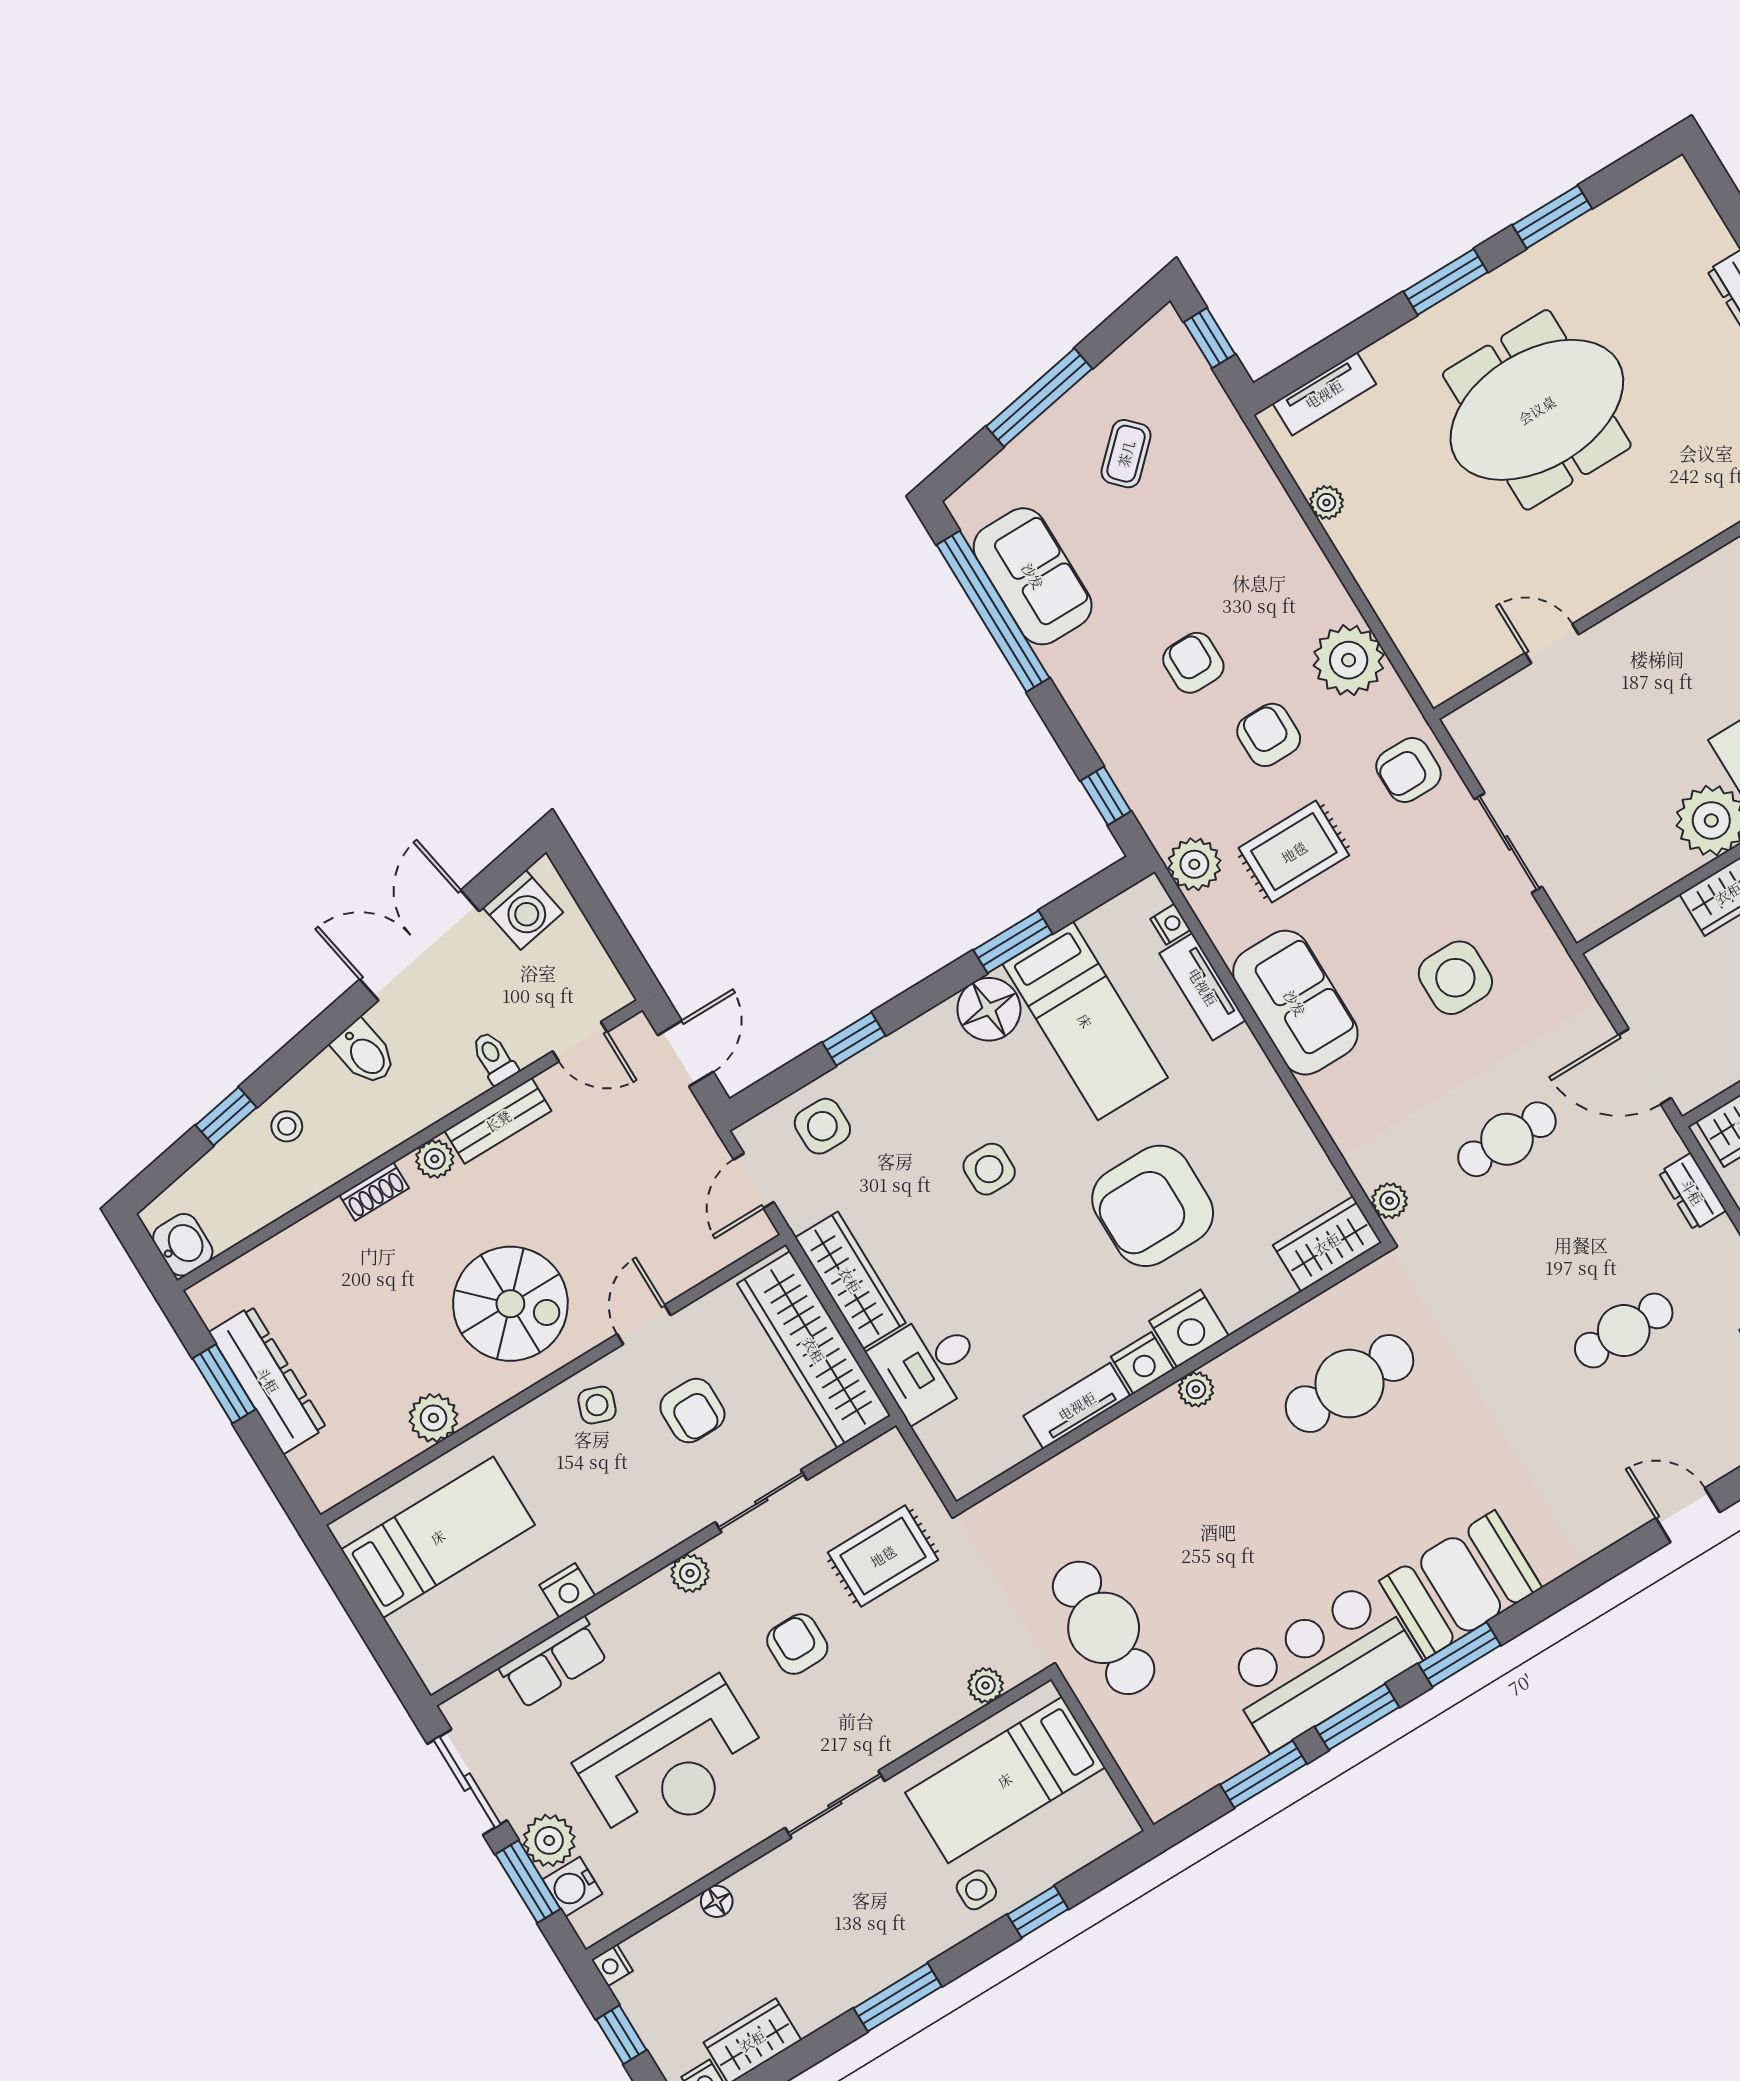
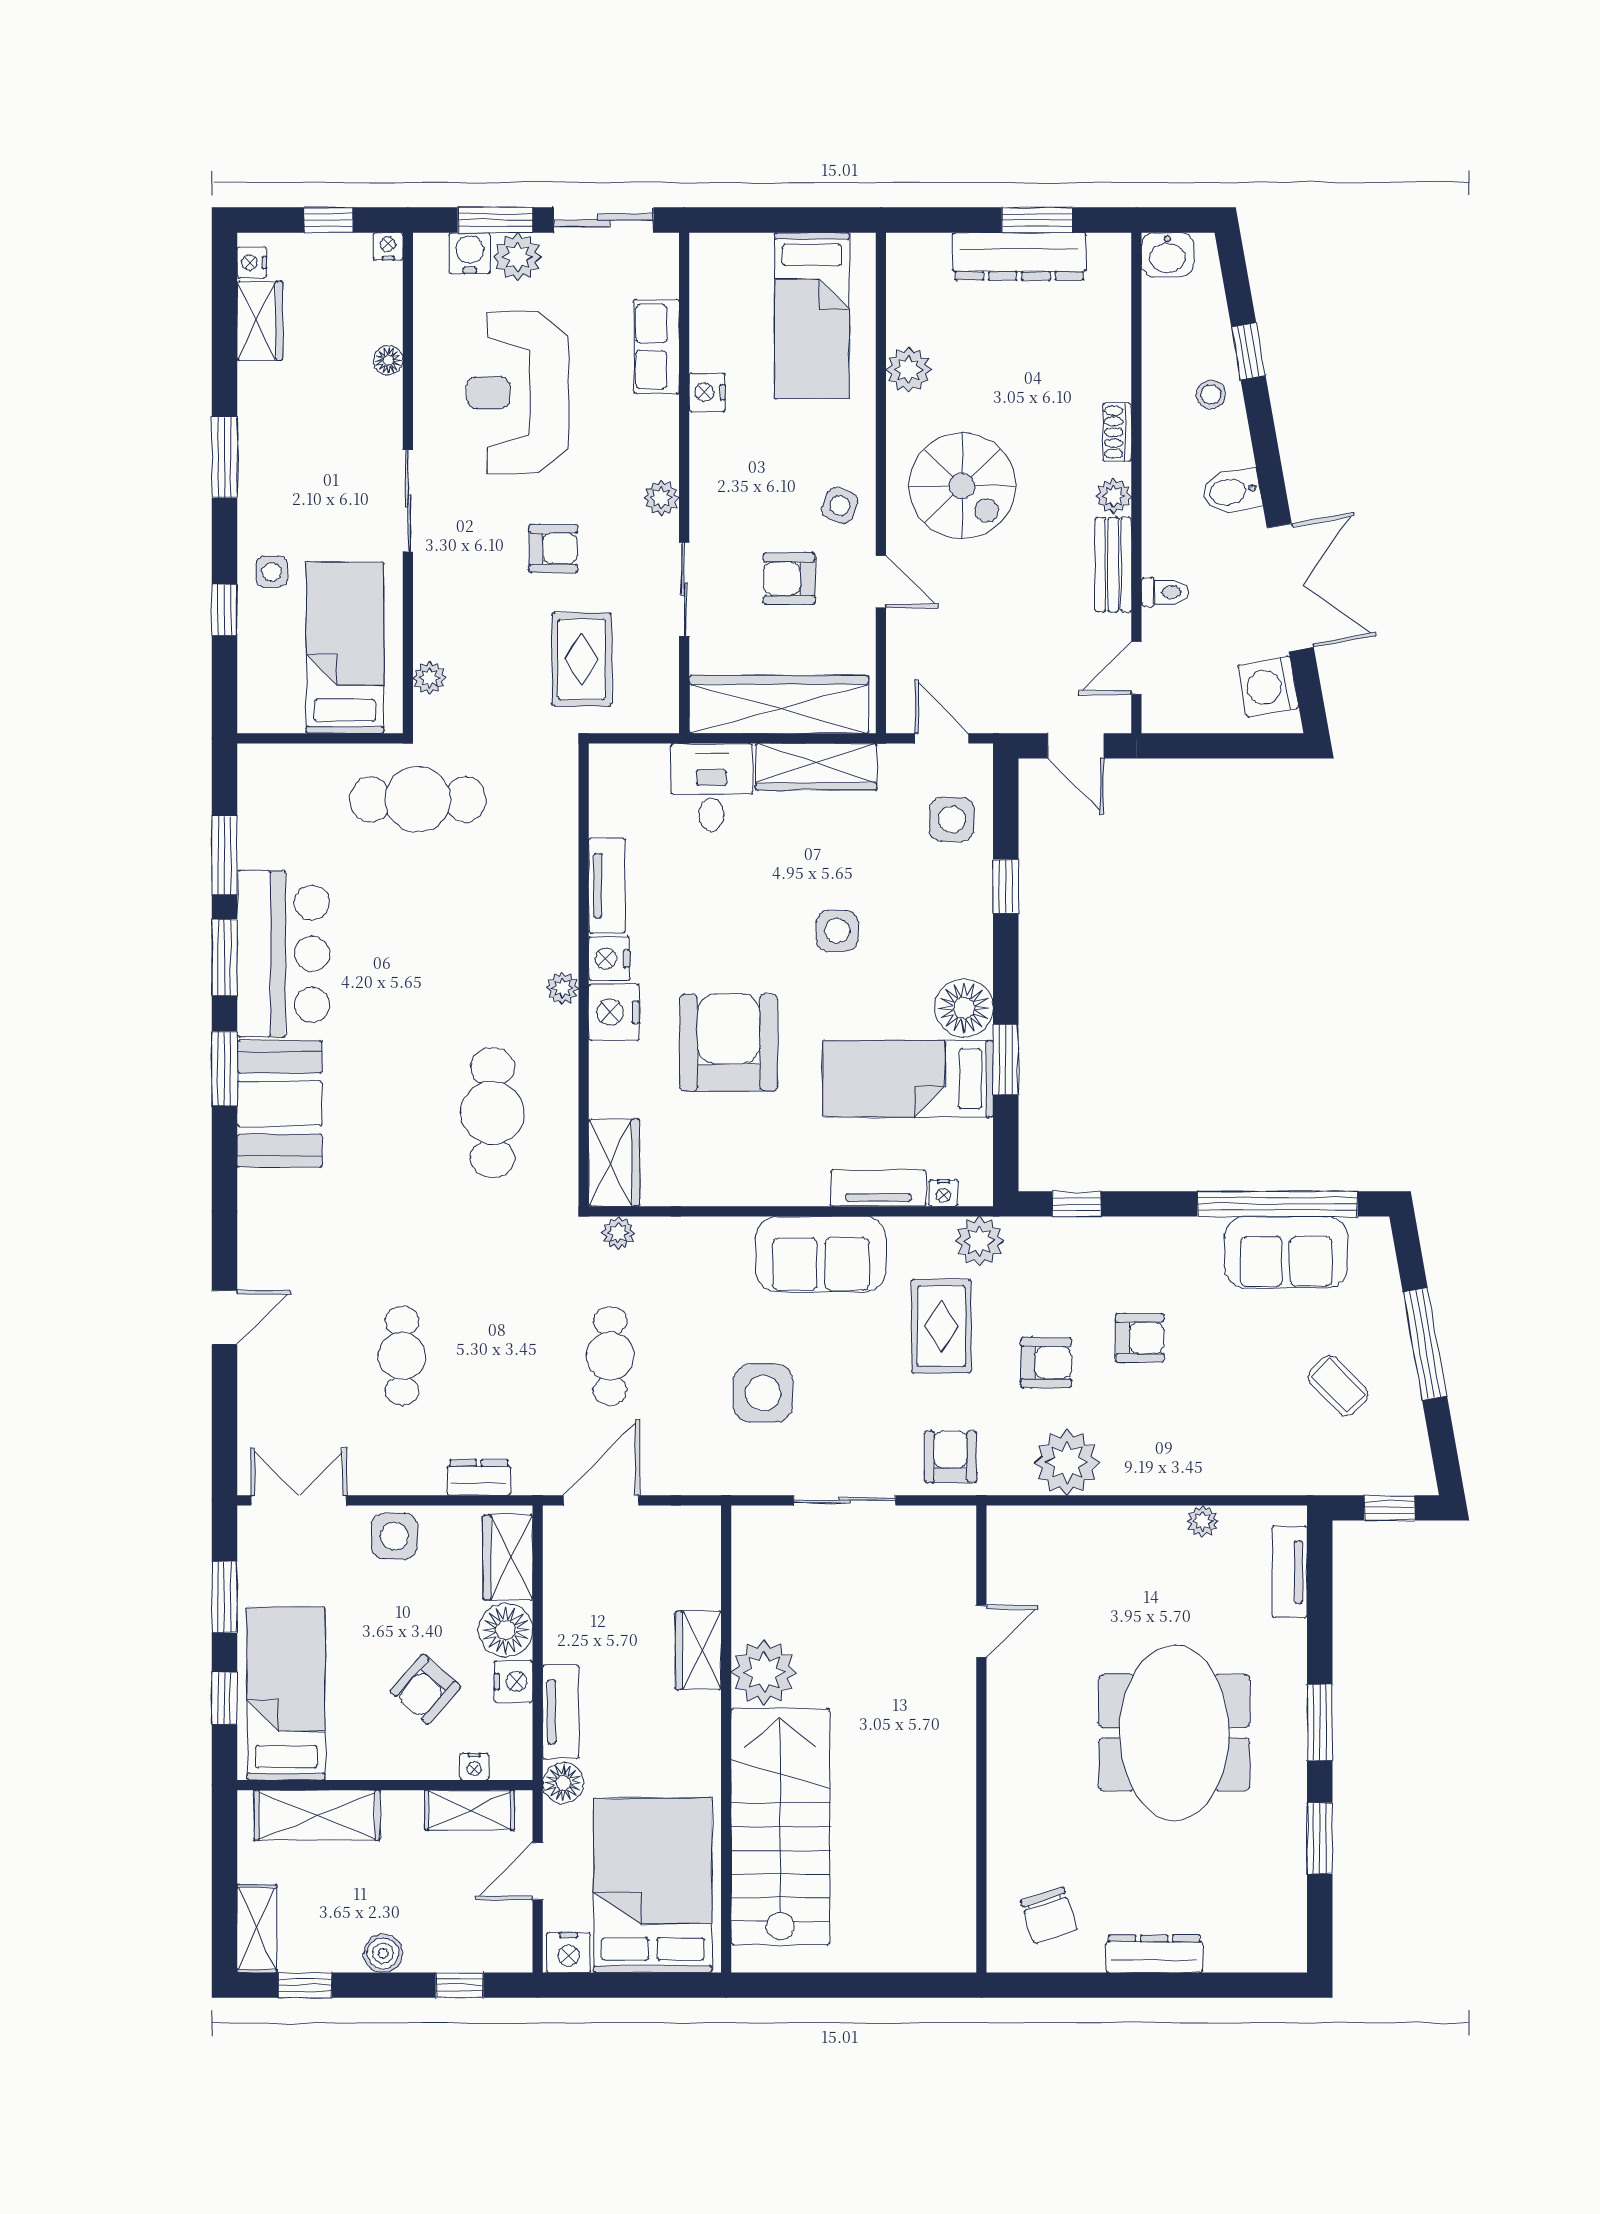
spiral stairs: (510, 1304) -> (962, 486), turned -90

